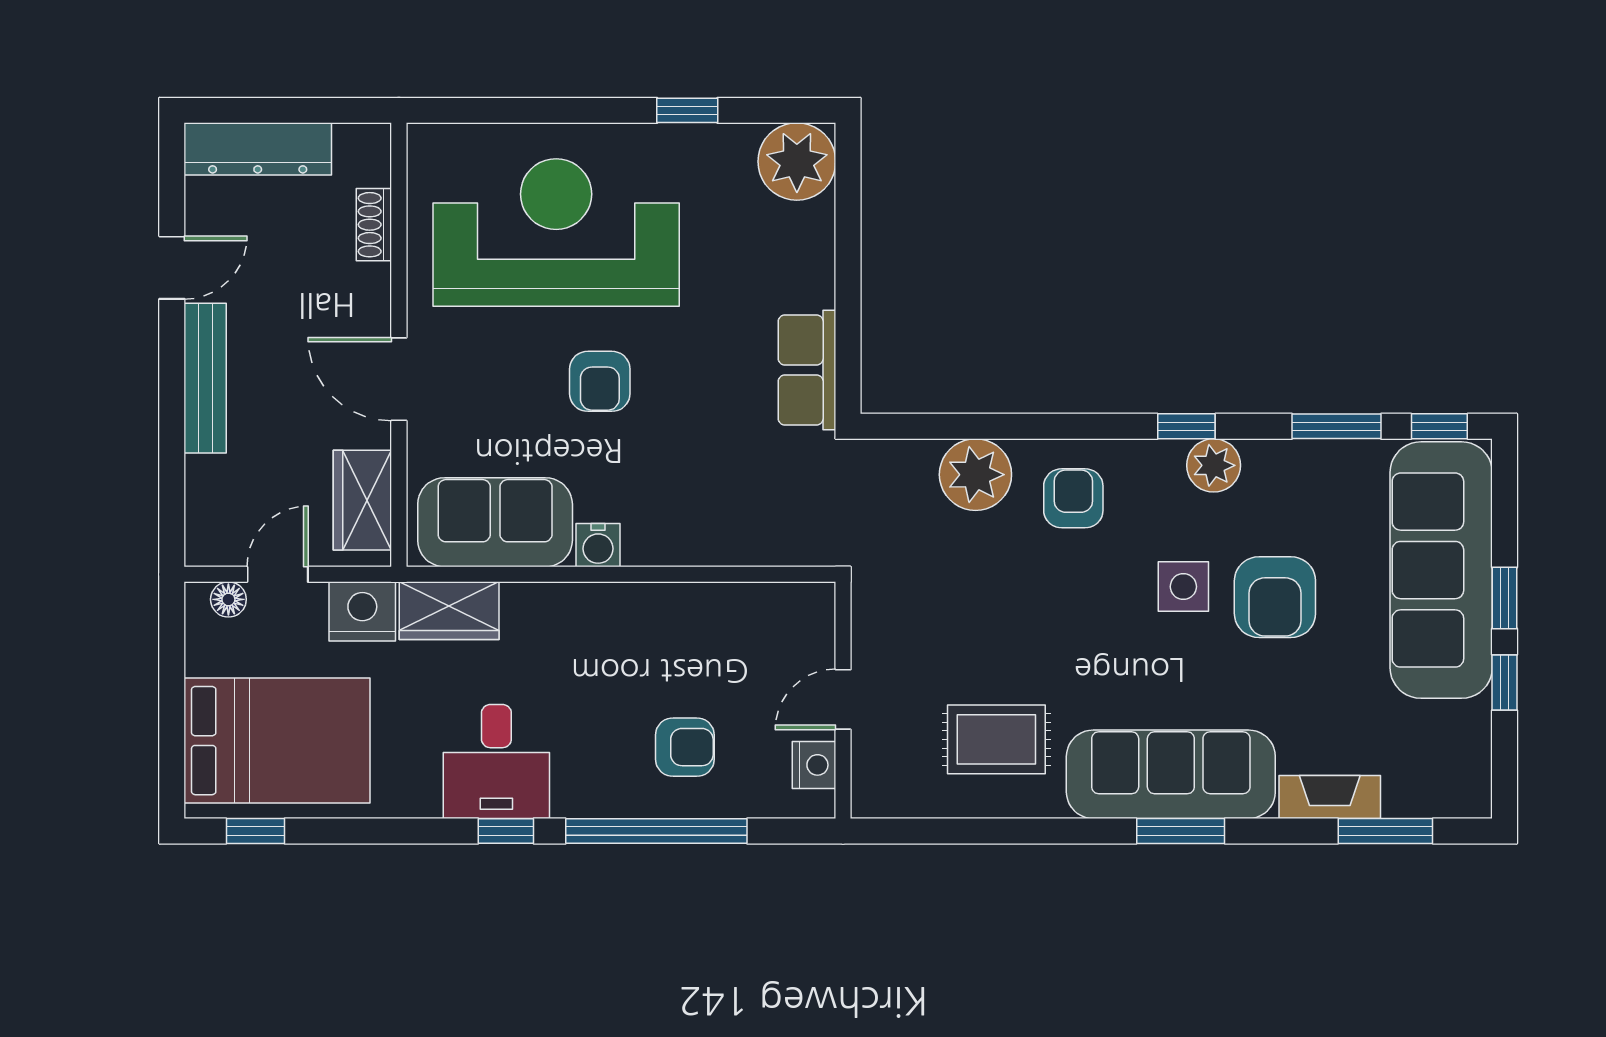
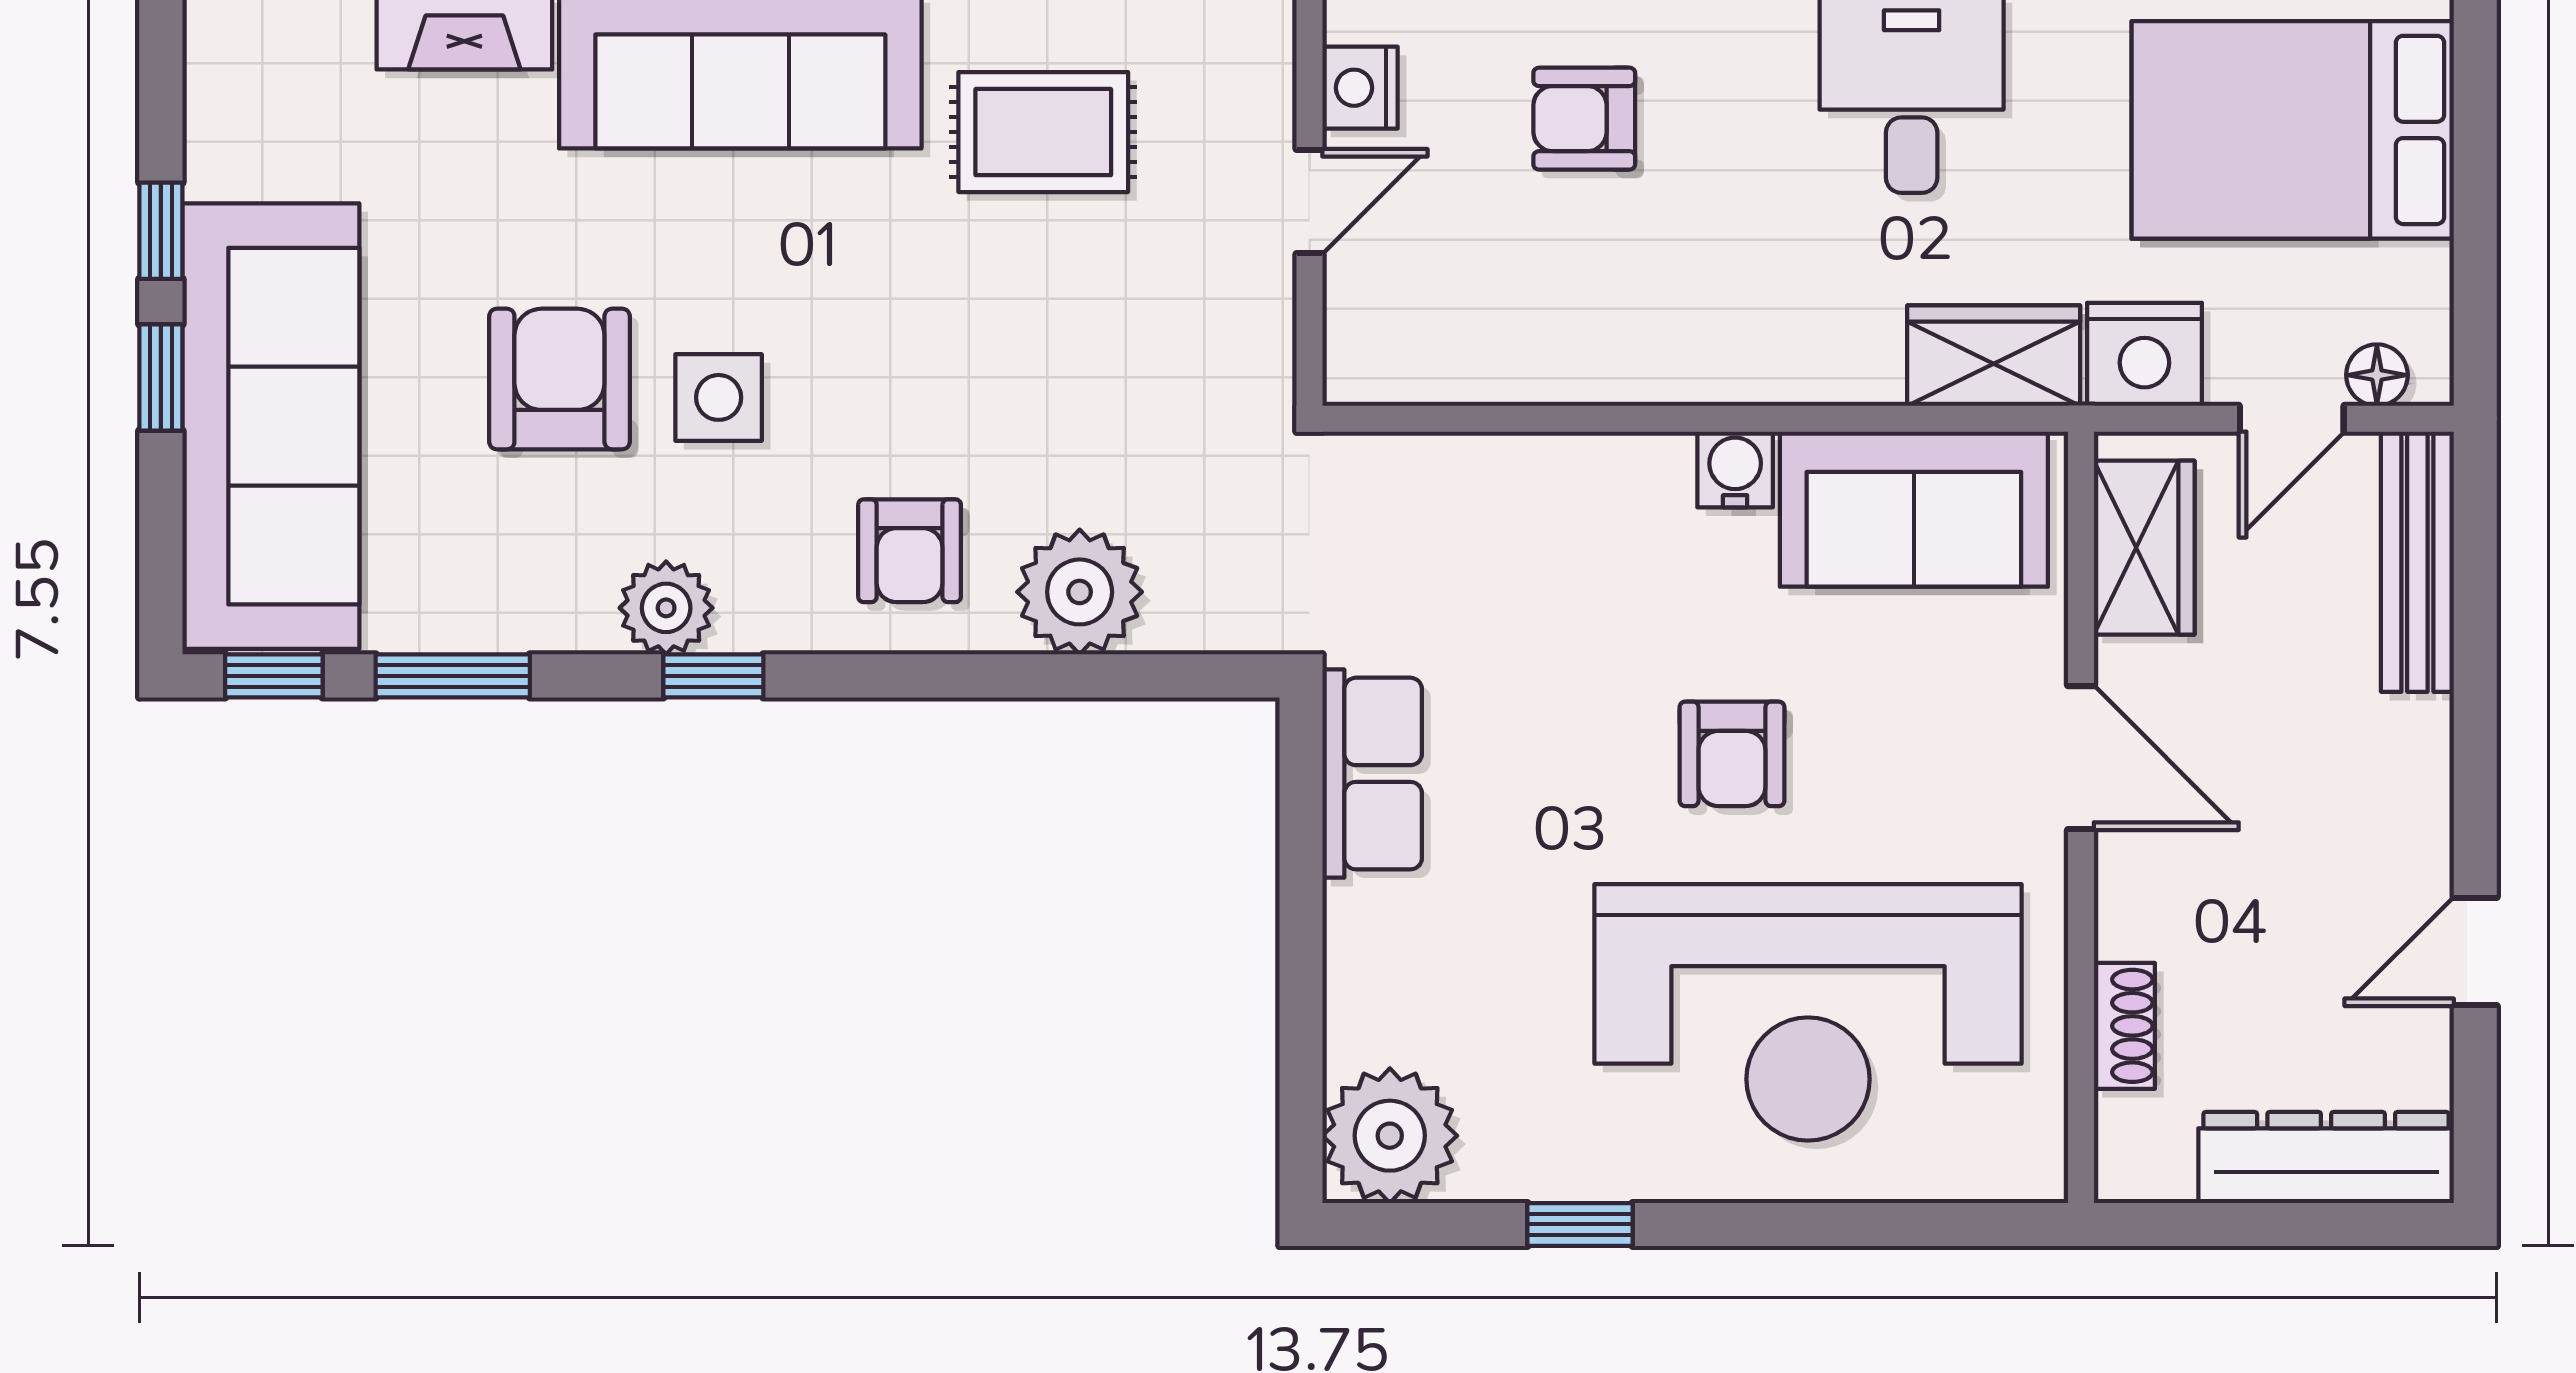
bench: (205, 378) -> (2417, 562), moved
armchair: (600, 381) -> (1732, 754), turned 180

